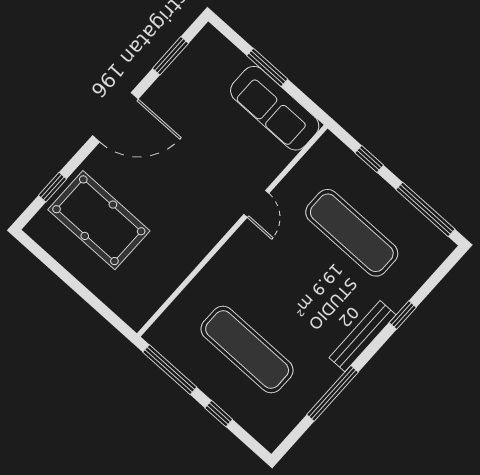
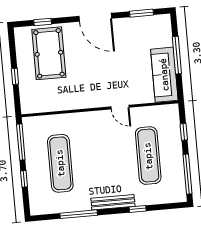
window: (267, 67) -> (177, 55), width x1.44
door: (256, 204) -> (120, 107), hinge flipped
window: (83, 291) -> (15, 76), added

